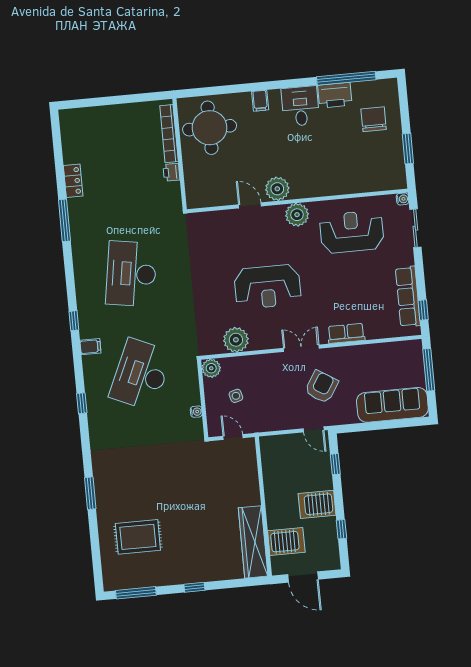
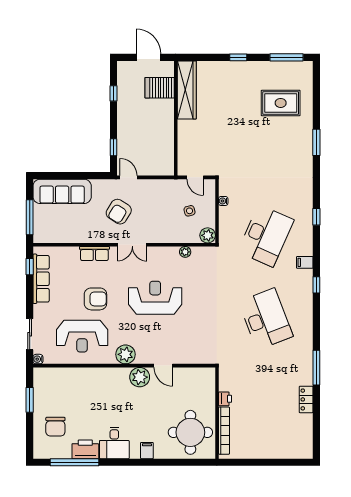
desk: (131, 274) -> (266, 319), turned -30
armchair: (340, 278) -> (95, 299), added
plant: (236, 340) -> (185, 252), width x0.53, depth x0.53
server rack: (317, 504) -> (132, 116), removed

